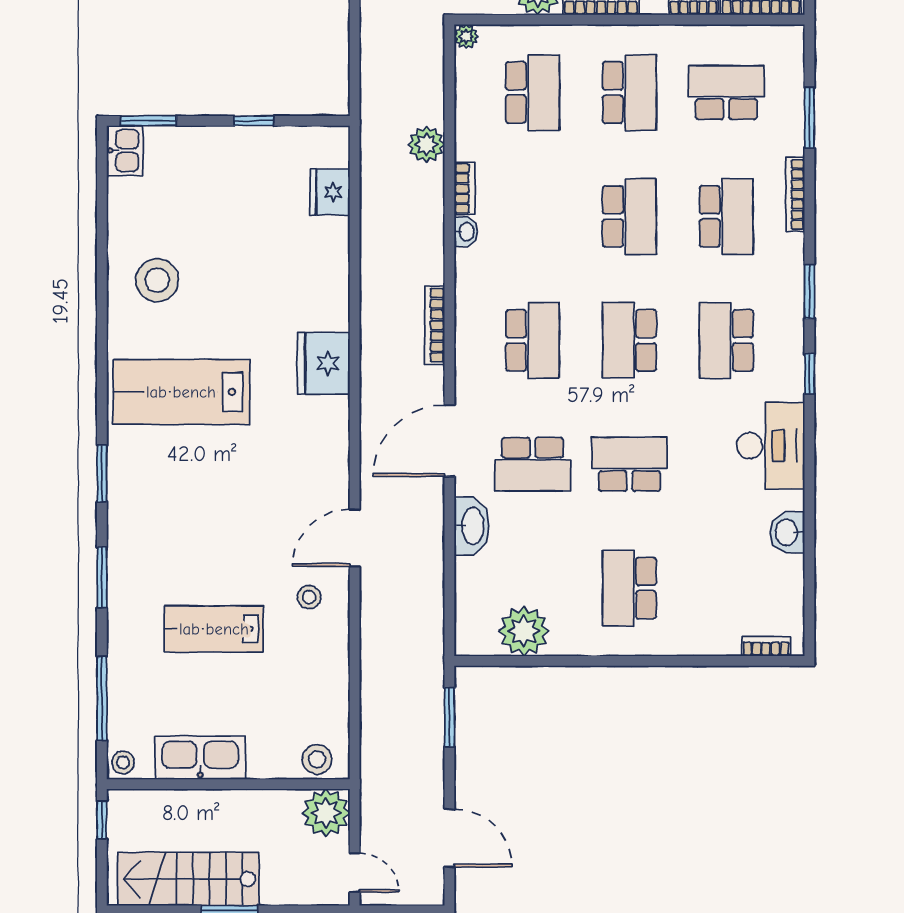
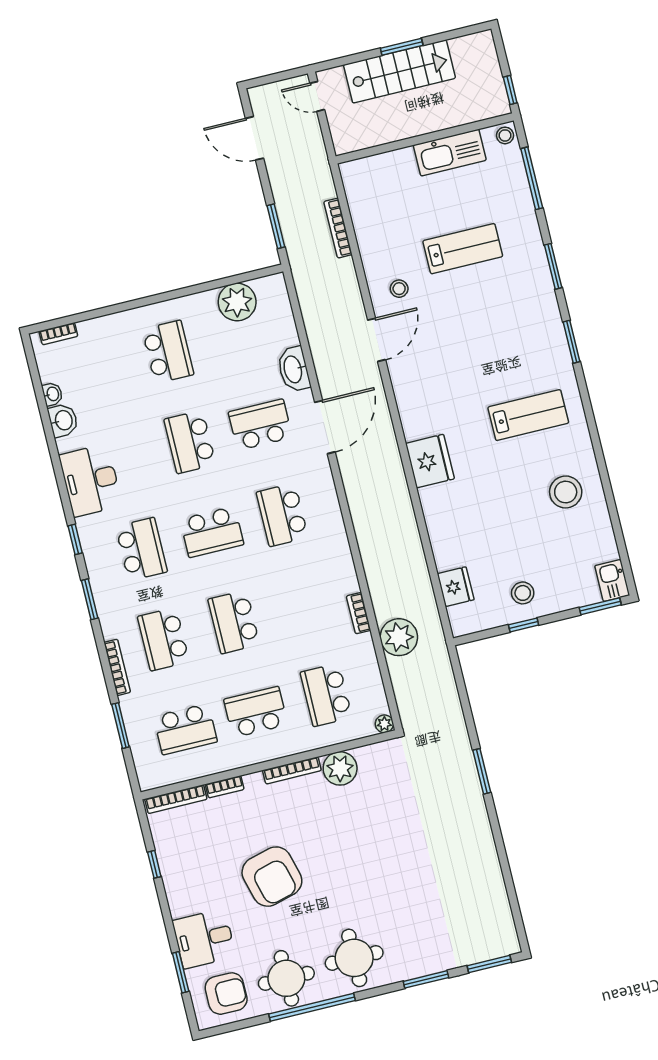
school desk: (629, 93) -> (256, 712), turned 90
plant: (426, 144) -> (399, 637), width x1.36, depth x1.36
washbasin: (466, 232) -> (52, 394), moved, turned 180
bookcase: (435, 325) -> (338, 228), moved, turned 180
school desk: (629, 340) -> (212, 532), turned 90
lab bench: (181, 392) -> (528, 415), width x0.73, depth x0.72
school desk: (629, 464) -> (190, 442), turned 90
stool: (317, 759) -> (523, 593), moved
plant: (326, 813) -> (349, 135), removed
stairs: (188, 879) -> (399, 71), moved

